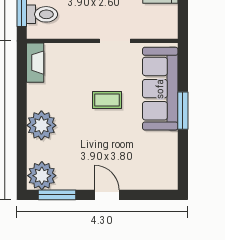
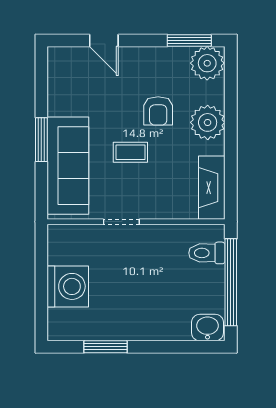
fireplace: (35, 63) -> (212, 188), width x1.37, depth x1.32
armchair: (83, 135) -> (158, 111), added
door: (107, 195) -> (104, 41), moved

